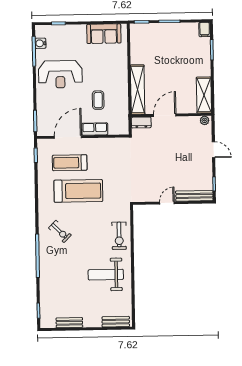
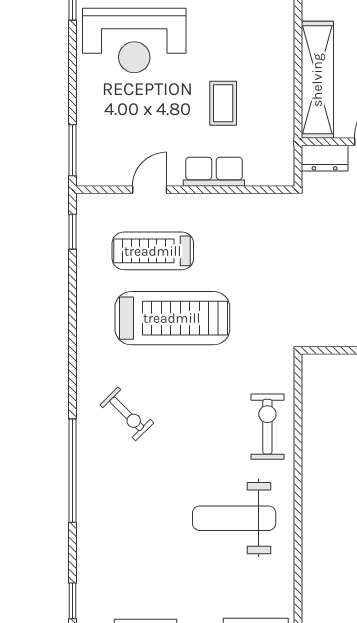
door: (68, 137) -> (150, 190), width x0.53
exercise bike: (119, 236) -> (267, 427), turned 180

